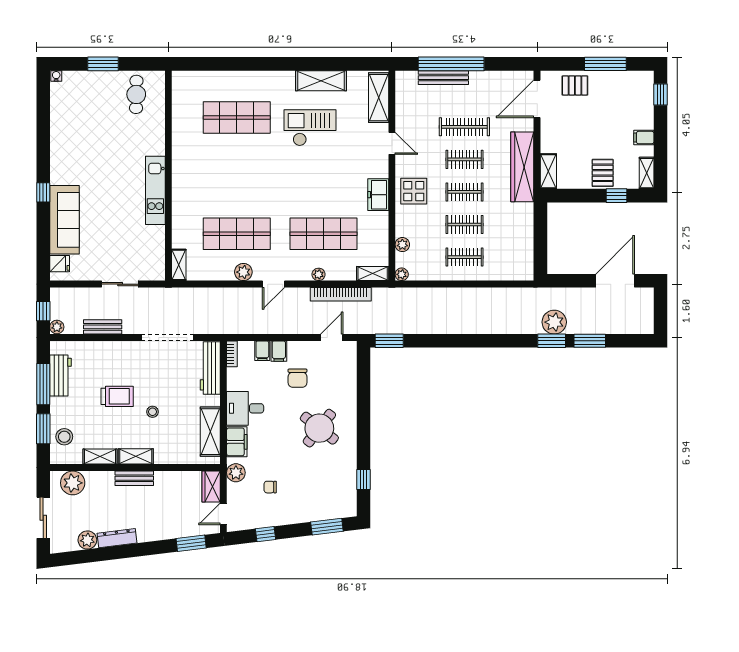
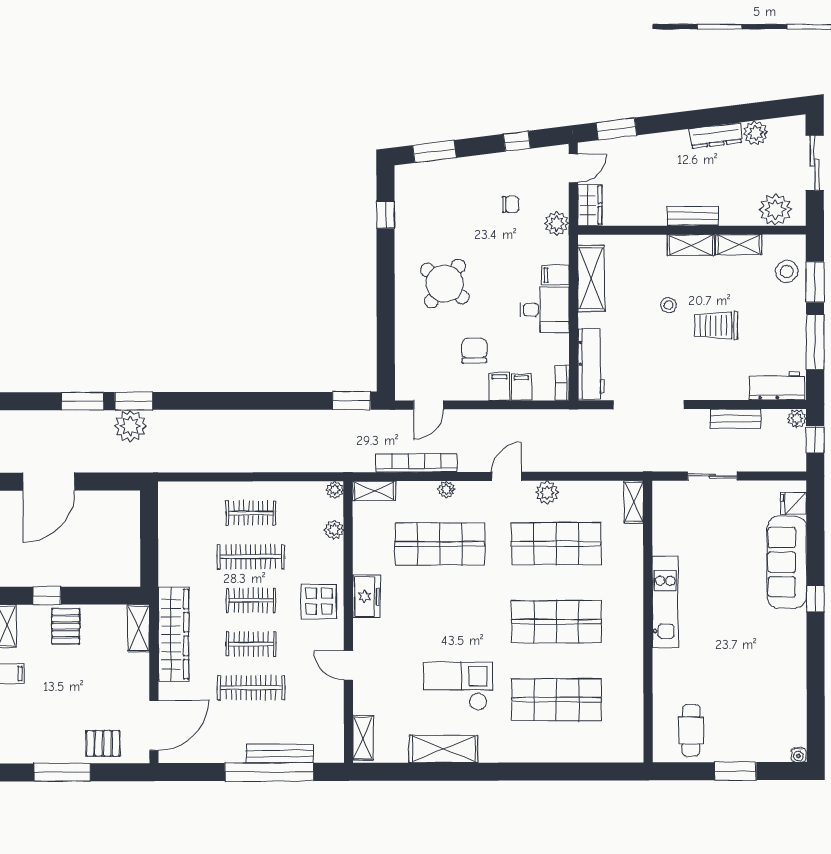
shelving: (379, 98) -> (363, 738), width x0.67, depth x0.75
checkout: (310, 128) -> (458, 686), turned 180
shop shelf: (237, 176) -> (556, 622), added
clothes rail: (464, 225) -> (251, 557), width x1.36
workbench: (61, 375) -> (777, 386), moved, turned 90
filing cabinet: (237, 442) -> (555, 275), width x0.50

